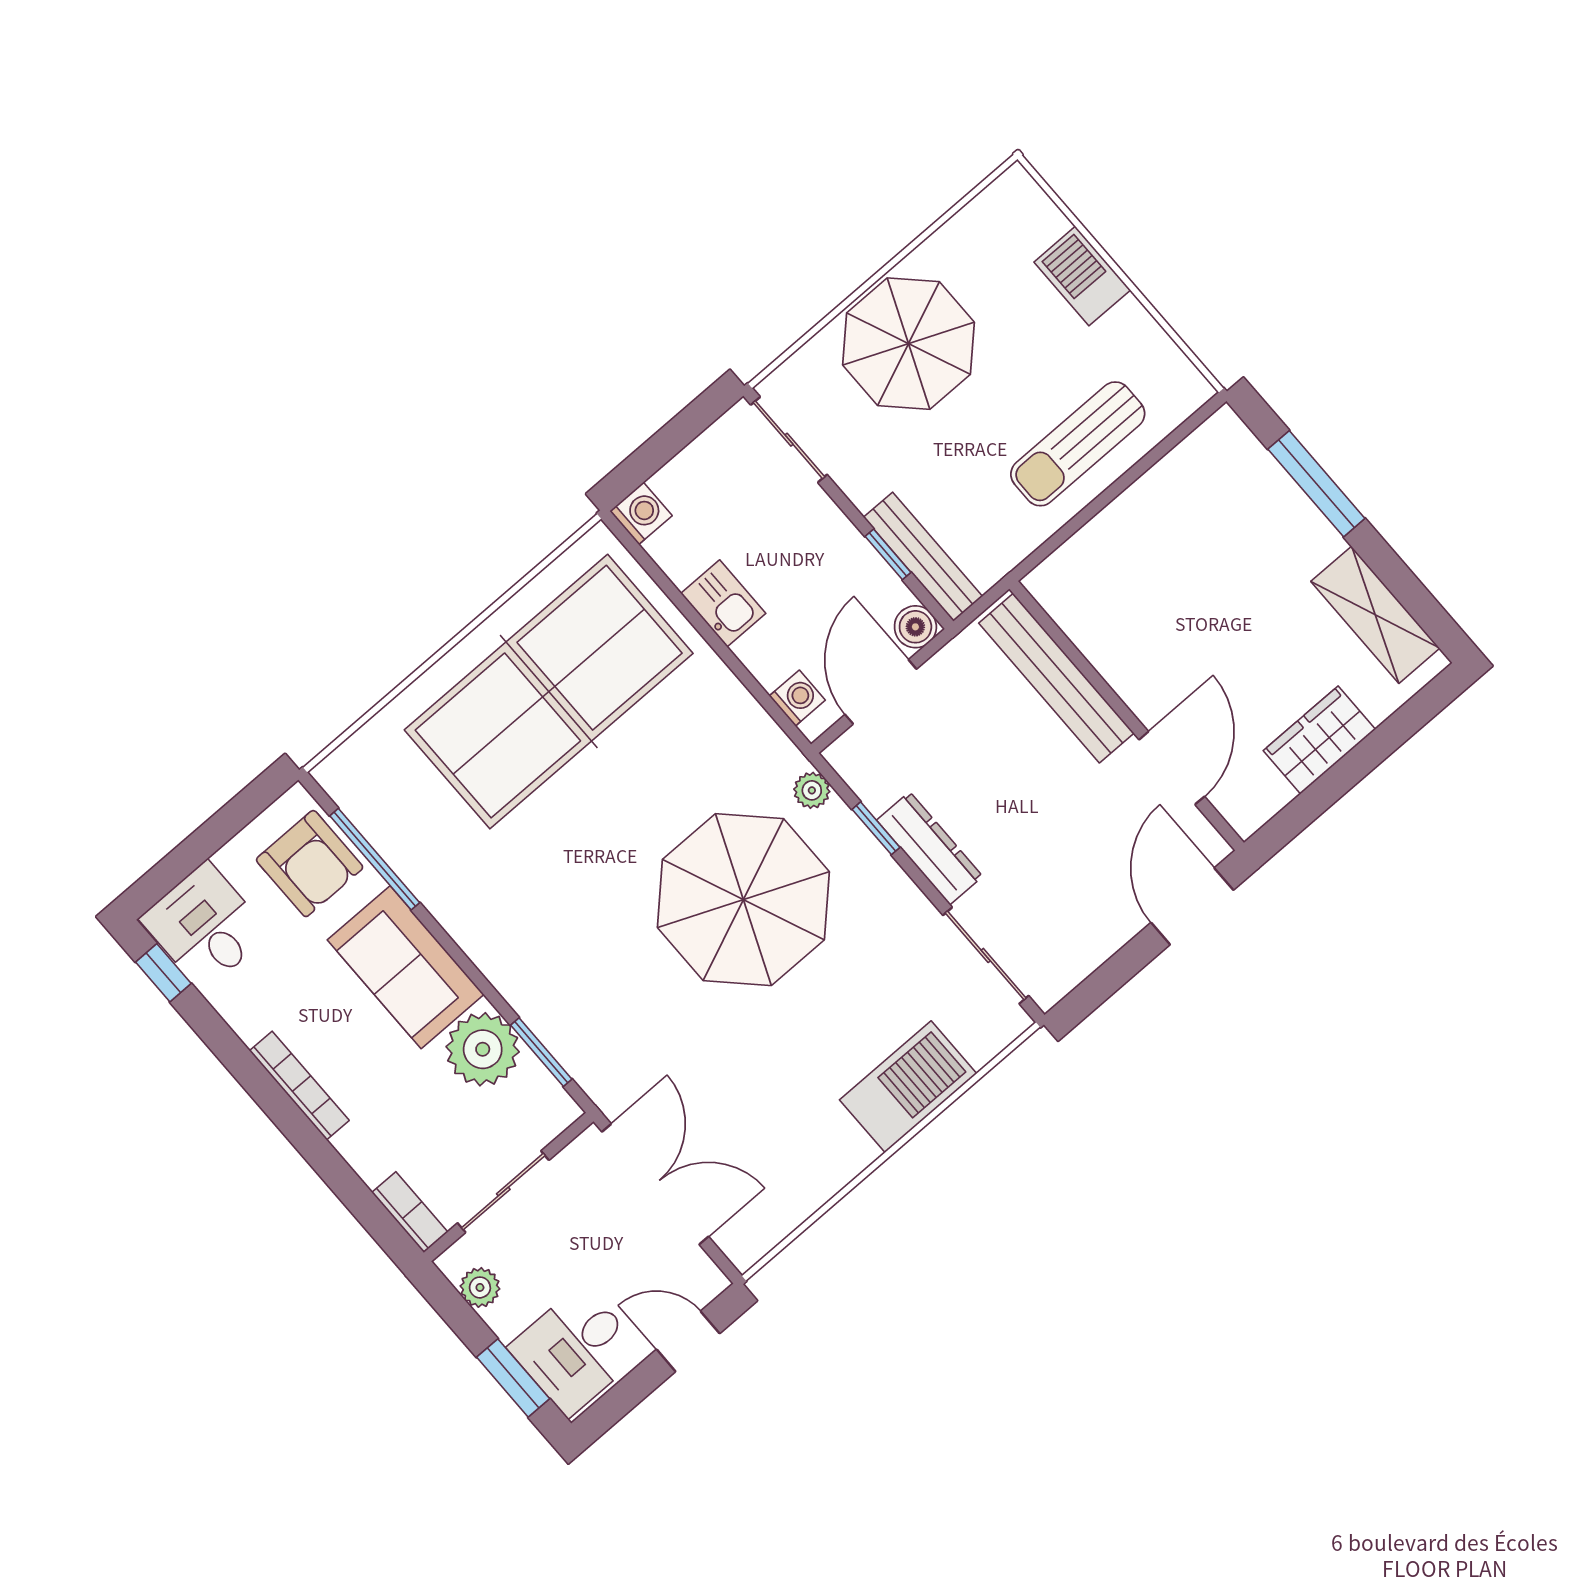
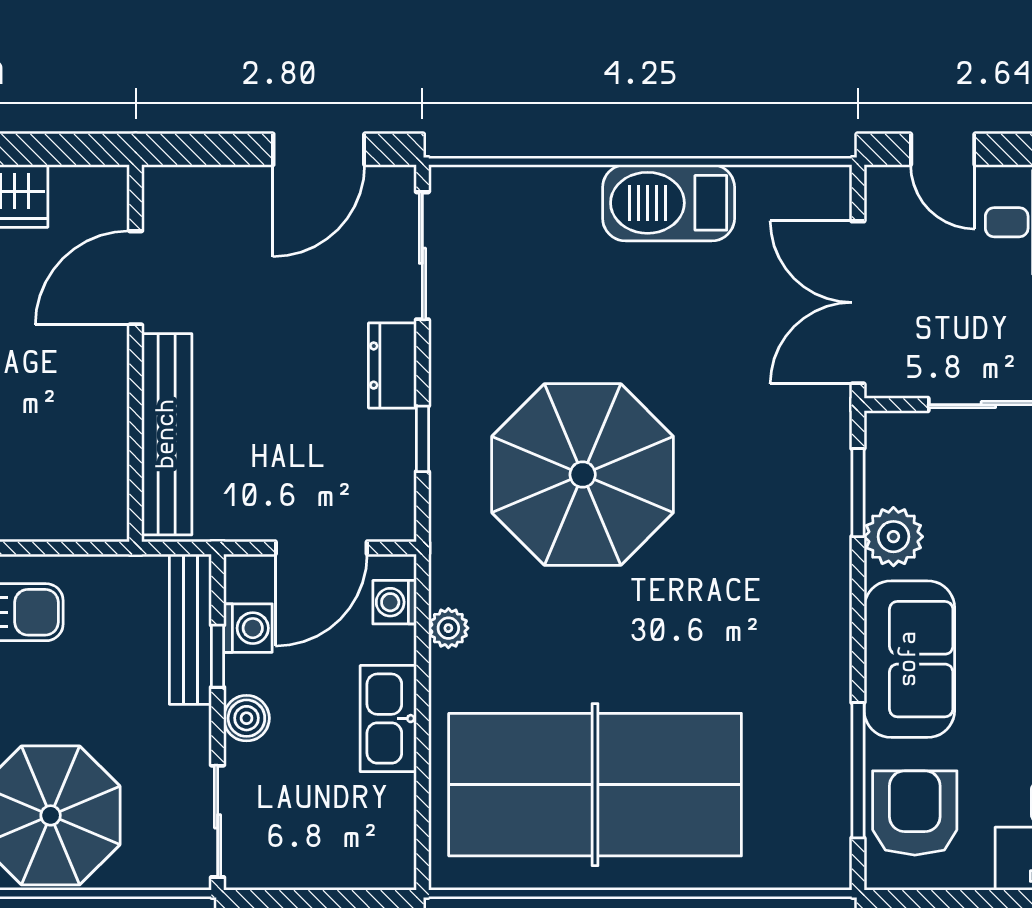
washing machine: (641, 513) -> (248, 628), moved, turned 180
kitchen sink: (723, 603) -> (388, 719), width x1.38
boiler: (915, 627) -> (246, 718), moved
plant: (812, 790) -> (448, 628), moved
dresser: (930, 848) -> (392, 366), width x0.70
door: (1192, 906) -> (319, 149), moved
plant: (483, 1049) -> (893, 537), width x0.73, depth x0.73
barbecue: (908, 1087) -> (669, 203), moved

